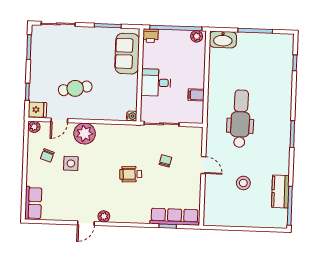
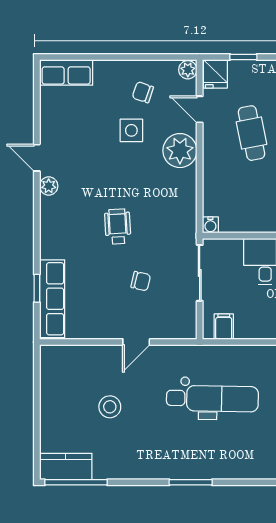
filing cabinet: (196, 95) -> (224, 327), moved
kitchen counter: (280, 191) -> (66, 466), moved

